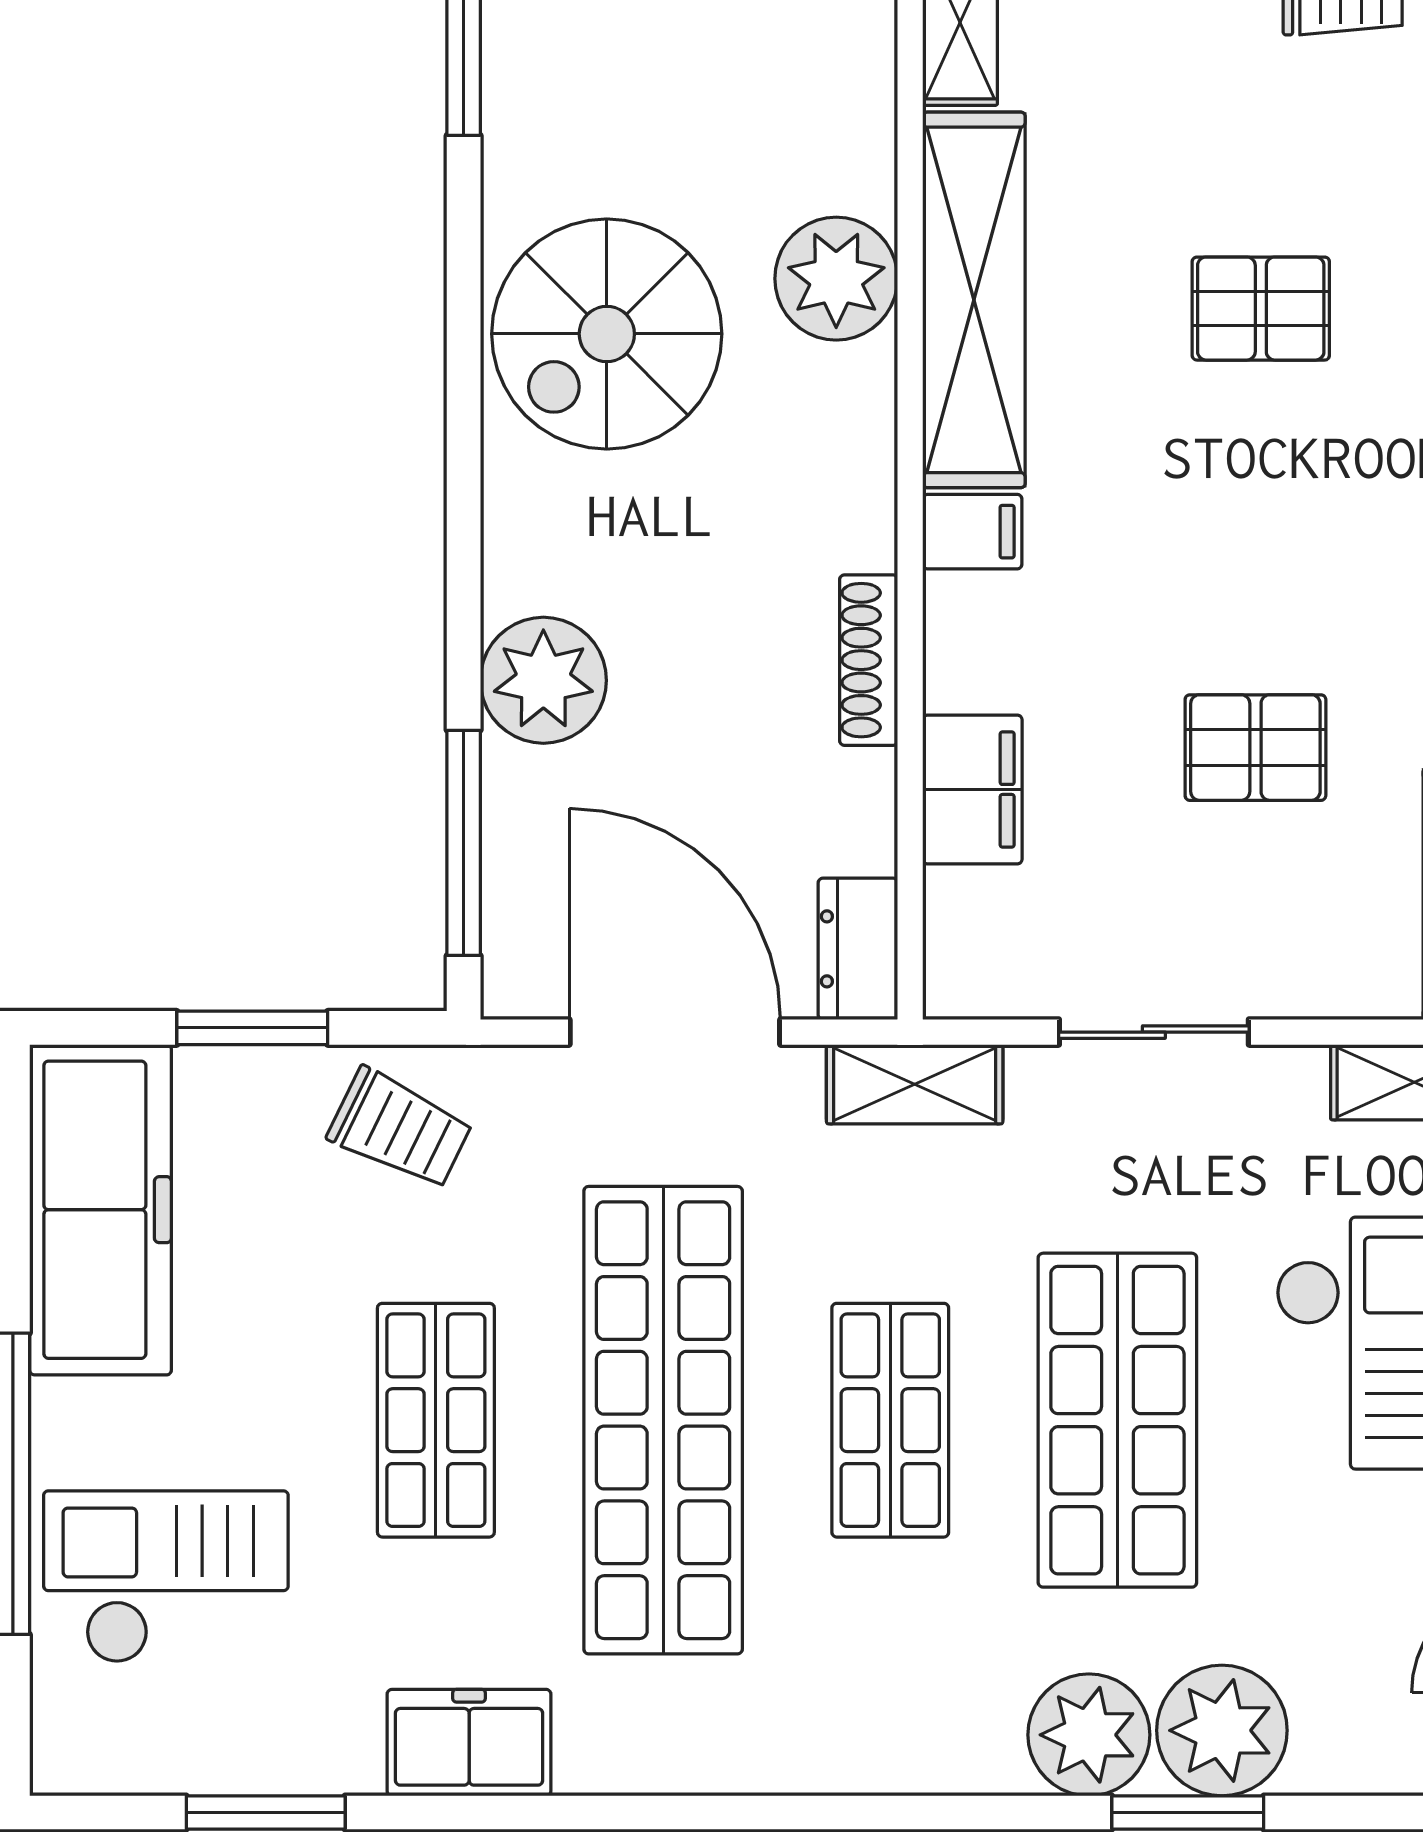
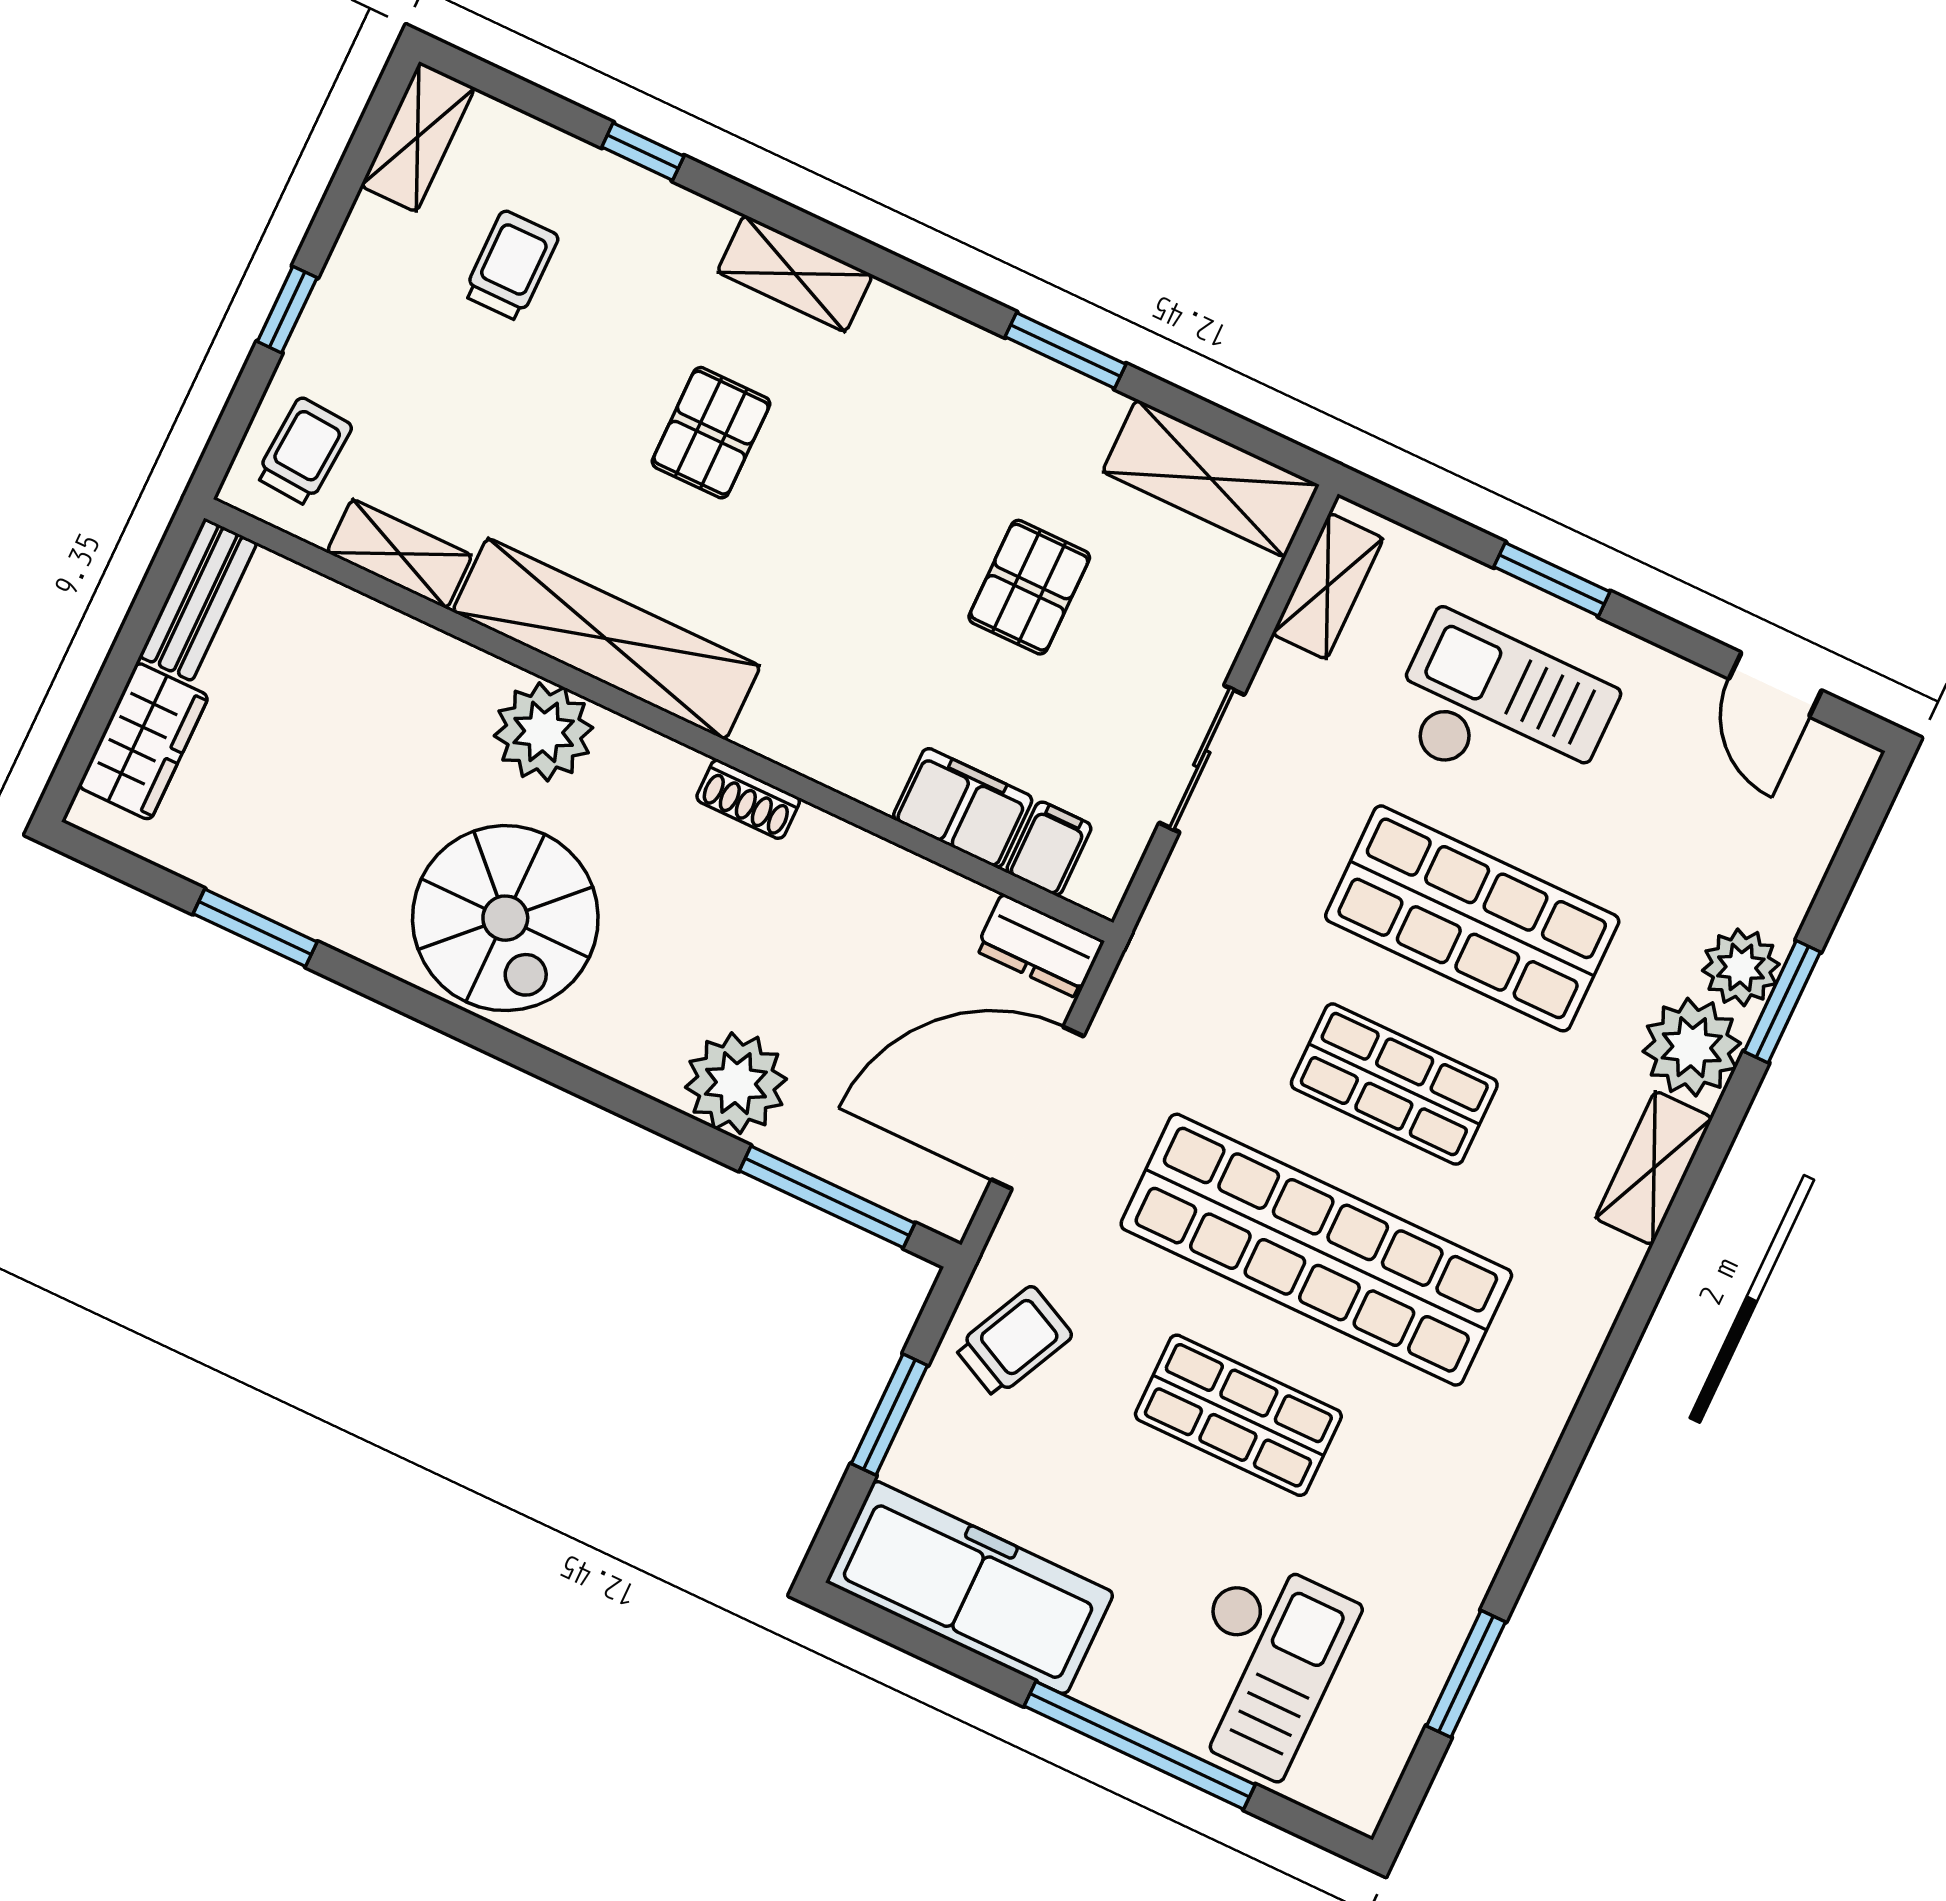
filing cabinet: (972, 532) -> (1049, 848), moved
shoe rack: (869, 660) -> (748, 799), moved, width x0.70
shelving: (915, 1084) -> (1654, 1168), moved
checkout: (166, 1577) -> (1260, 1666), turned 180
plant: (1222, 1730) -> (1741, 967), width x0.73, depth x0.73
freezer: (469, 1743) -> (1485, 1502), removed

